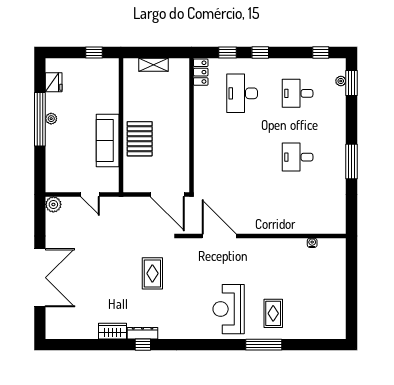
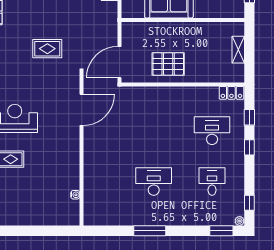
plant: (341, 81) -> (240, 221), moved
pallet: (140, 139) -> (168, 64), moved
desk: (298, 157) -> (154, 181), width x1.37

